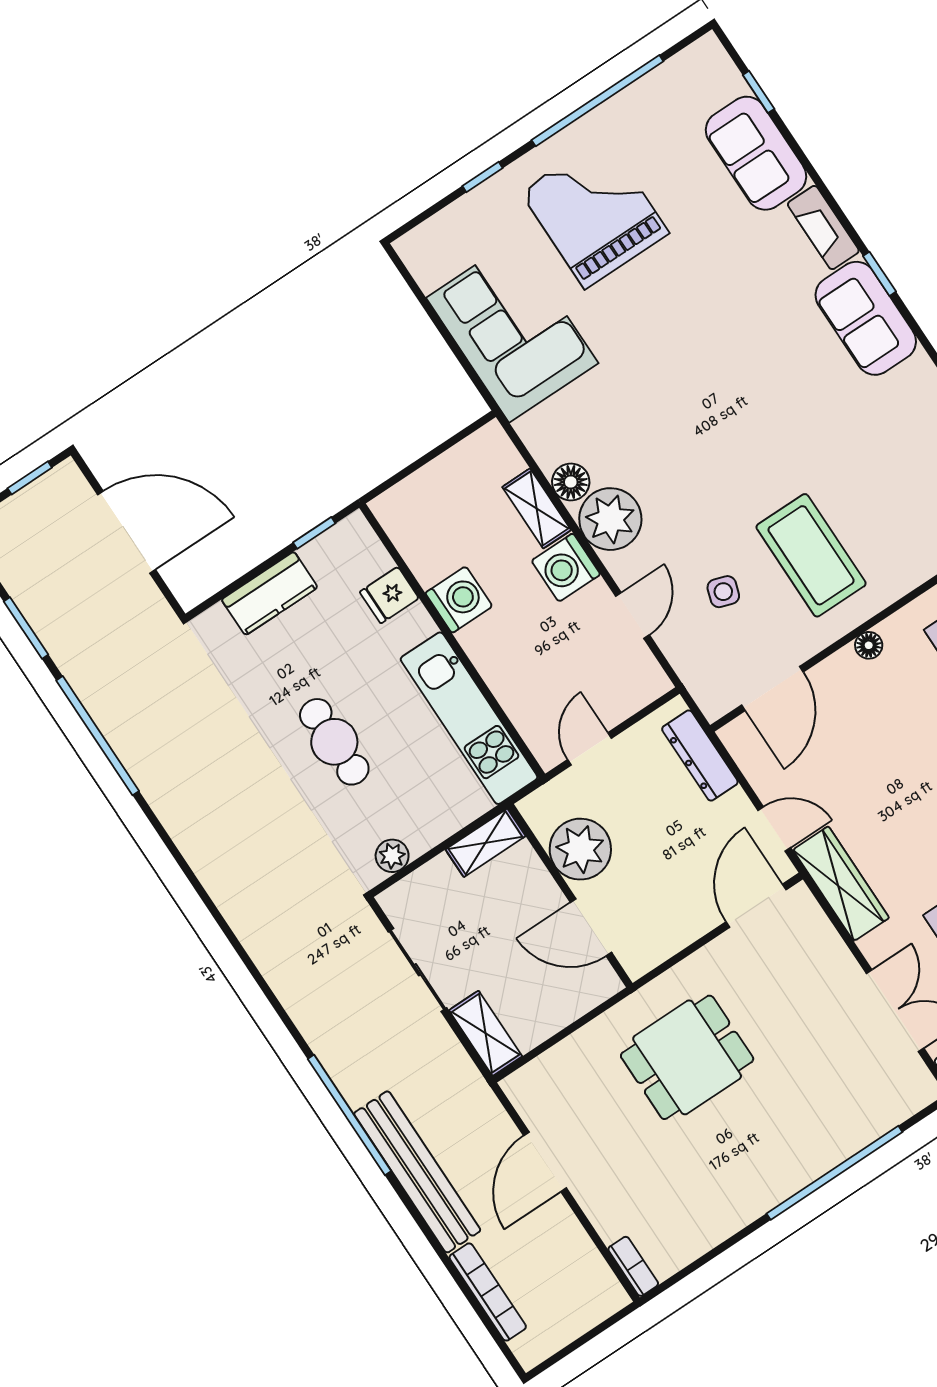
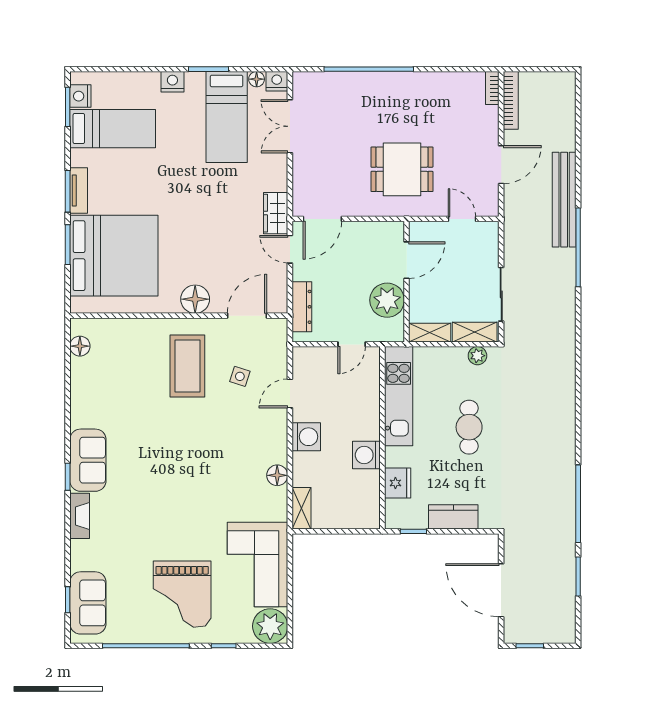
sofa: (756, 153) -> (88, 603), moved
shelving: (537, 508) -> (302, 508), moved
plant: (610, 519) -> (270, 626), moved
fridge: (389, 595) -> (398, 483), width x1.38
floor lamp: (869, 645) -> (195, 299), width x1.89, depth x1.89
wardrobe: (841, 884) -> (276, 213), width x0.67
door: (591, 927) -> (407, 260), hinge flipped
shelving: (486, 1033) -> (475, 332), moved, turned 90
door: (550, 1043) -> (462, 219), added
bookcase: (488, 1292) -> (511, 100), moved, turned 180

